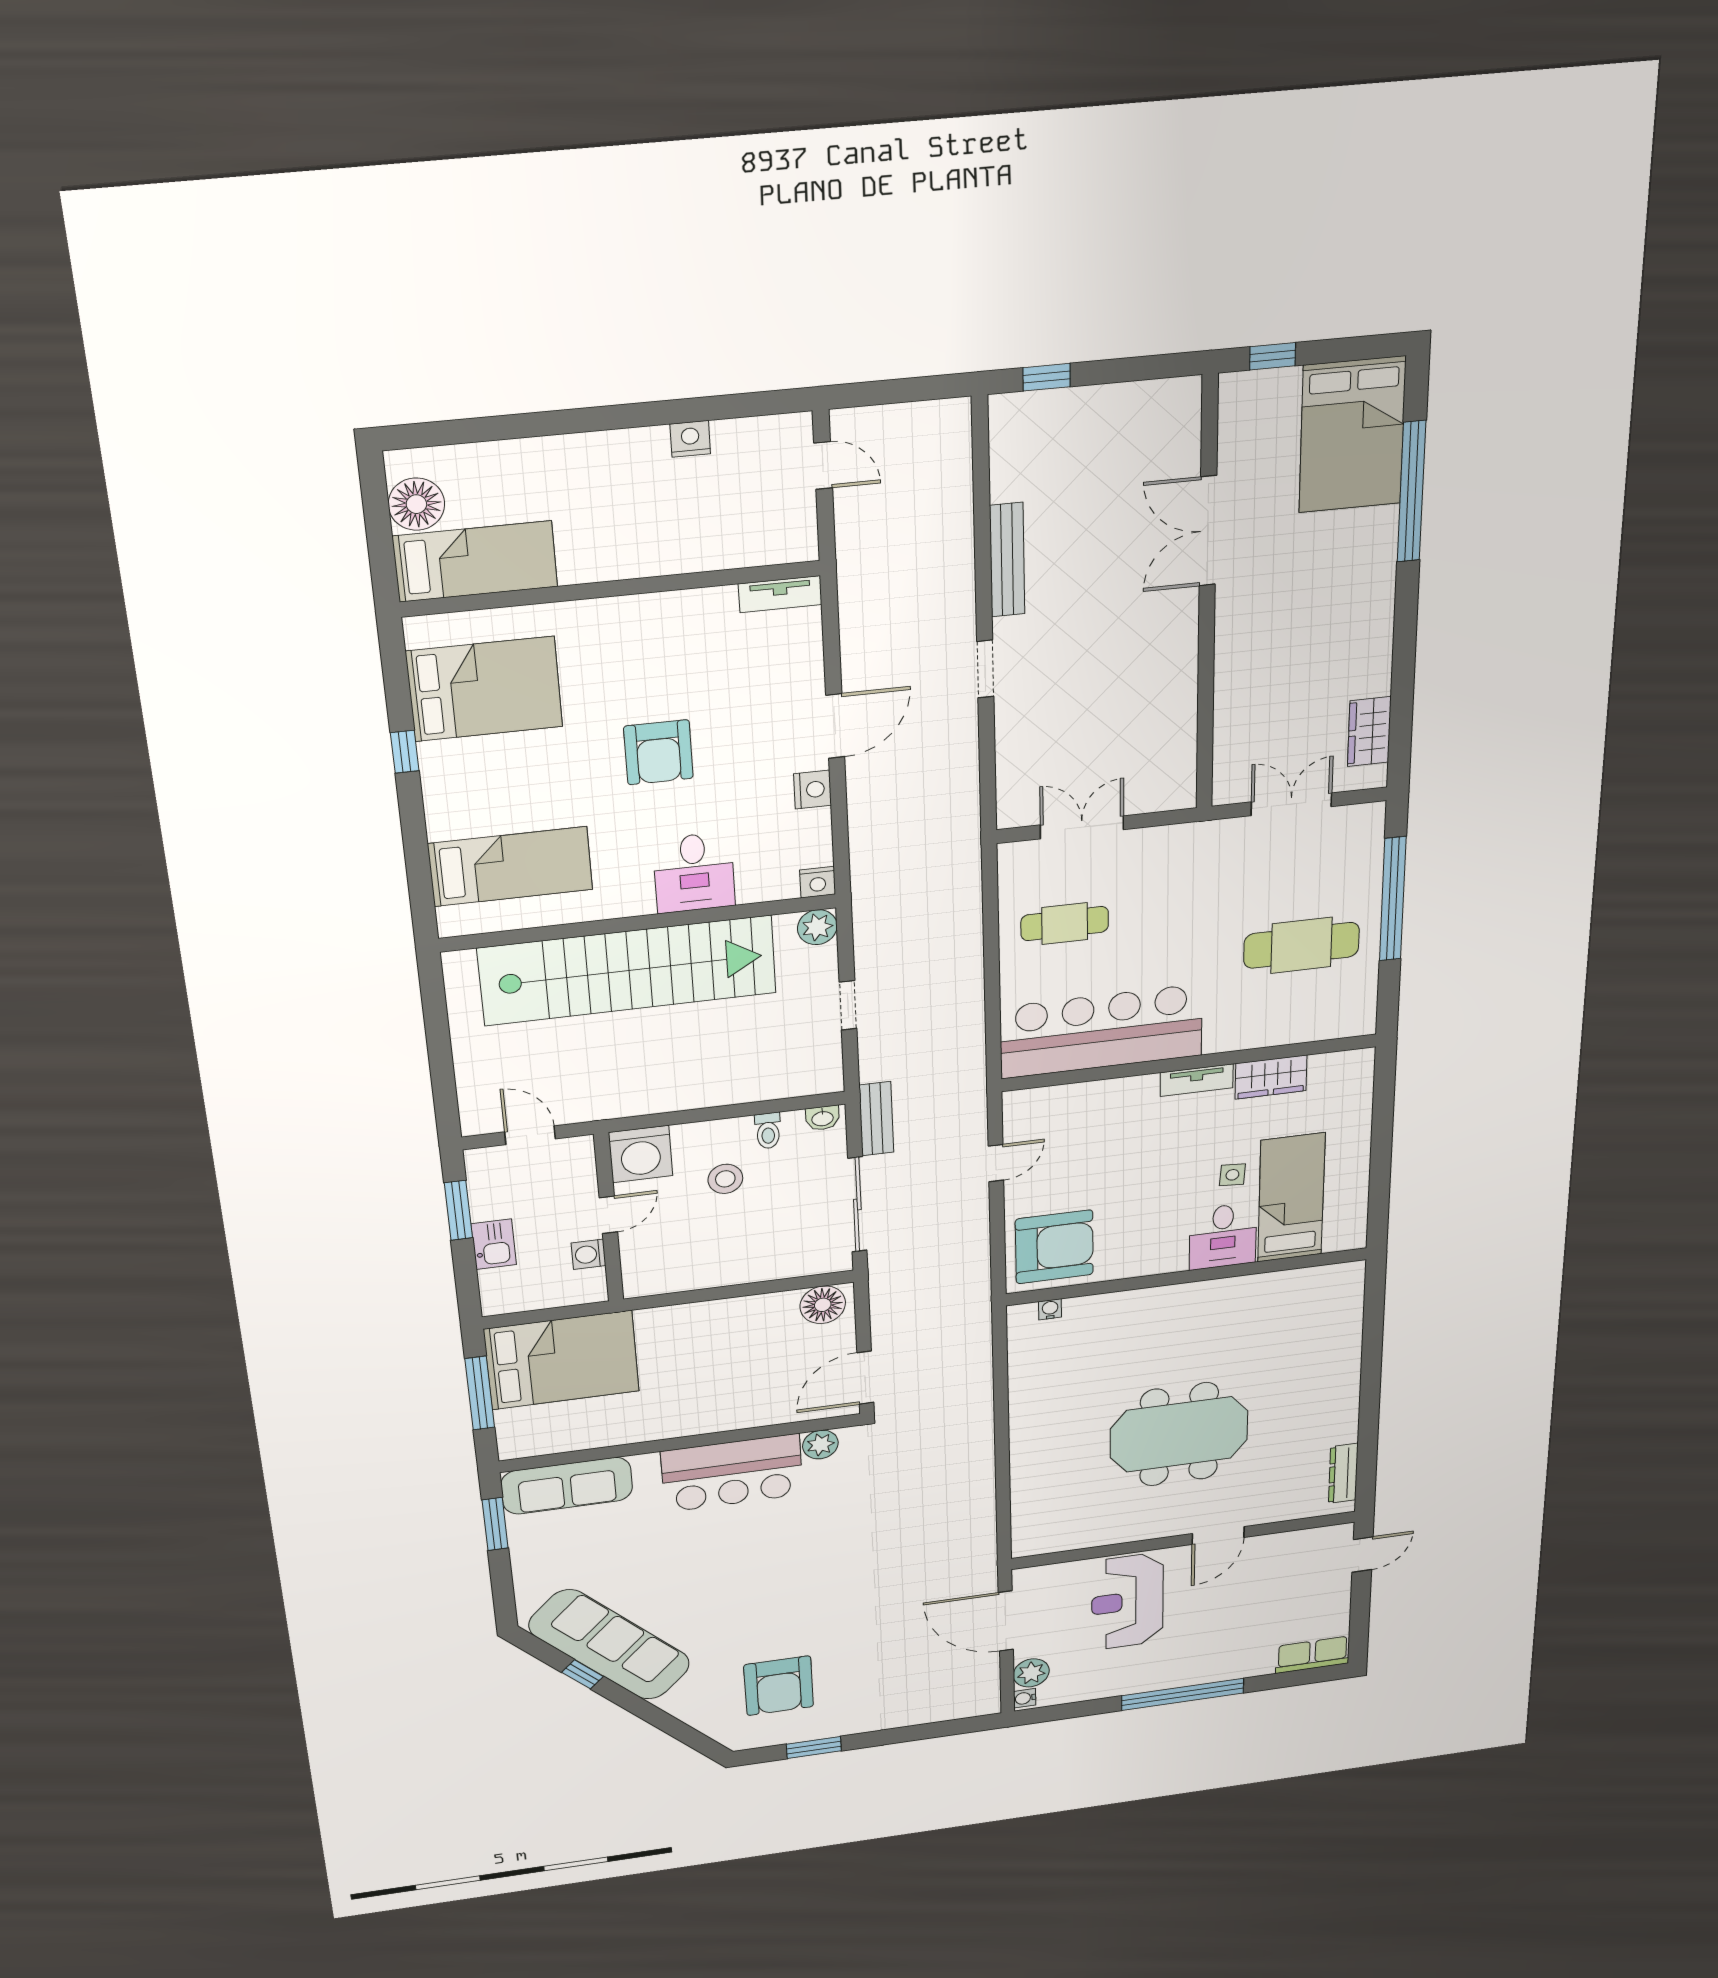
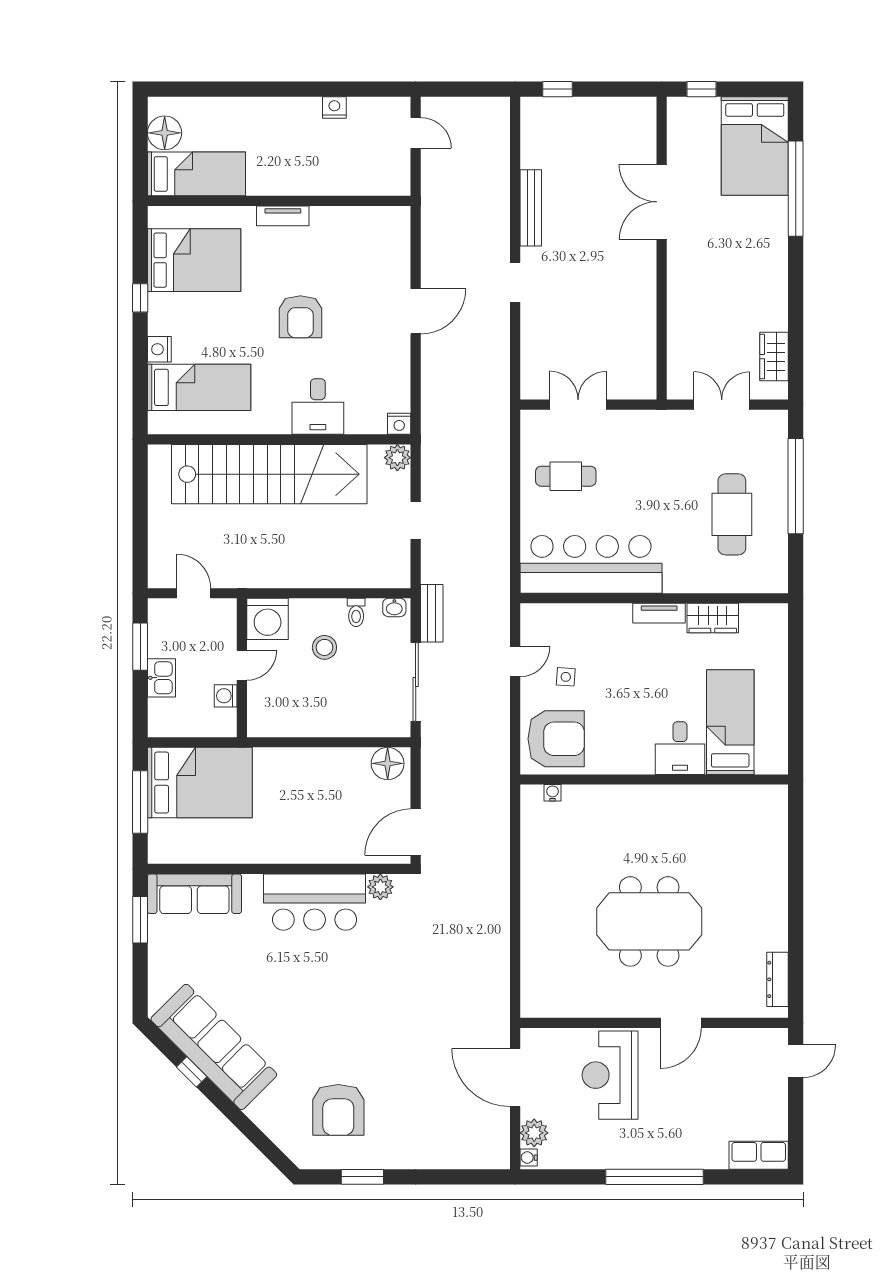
tv unit: (780, 594) -> (283, 216), moved
nightstand: (813, 790) -> (159, 349), moved, turned 180
cafe table: (1301, 945) -> (732, 514), turned 90
side table: (1232, 1175) -> (566, 677), moved

